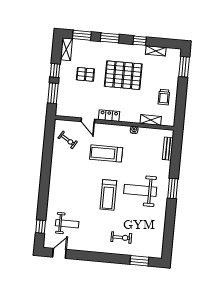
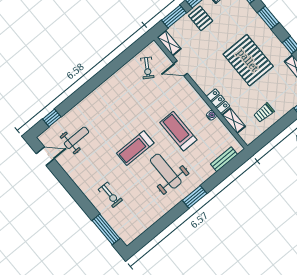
pallet: (85, 74) -> (201, 18), moved
shelving: (66, 112) -> (169, 43), added
locker: (109, 116) -> (218, 101), moved
door: (88, 120) -> (181, 68), hinge flipped
treadmill: (106, 153) -> (178, 131), moved
weight bench: (67, 224) -> (77, 138), turned -90
window: (139, 261) -> (106, 229), width x1.44

